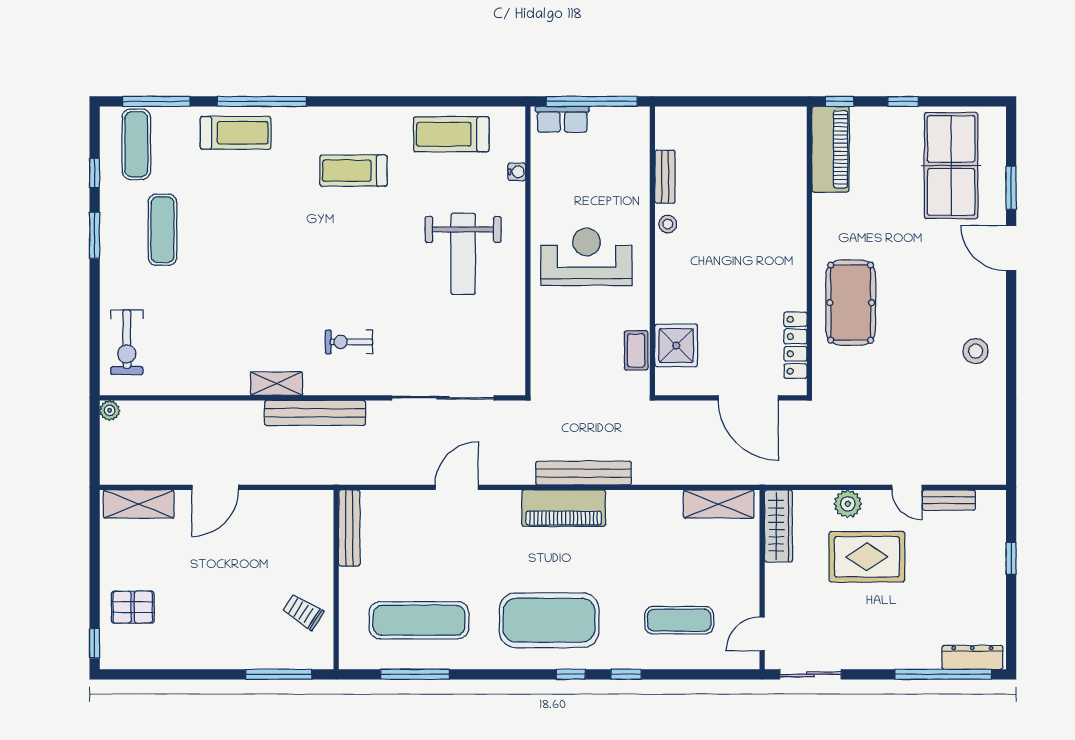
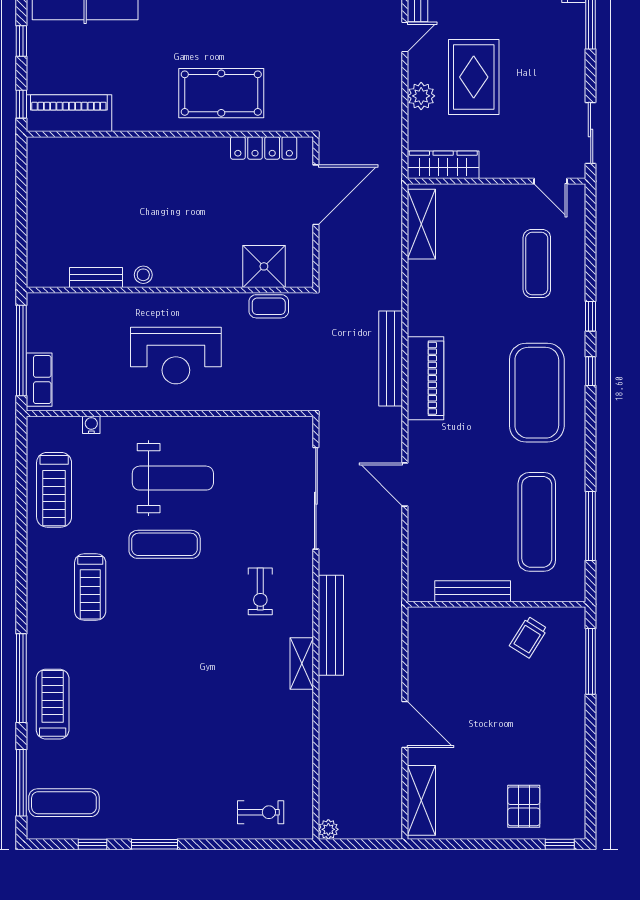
exercise mat: (163, 230) -> (165, 544), moved
reception desk: (587, 257) -> (176, 356), turned -90
exercise bike: (127, 342) -> (261, 812), width x0.73, depth x0.72
bench: (349, 528) -> (473, 591), moved

